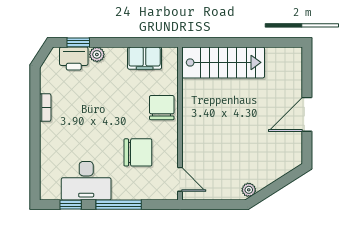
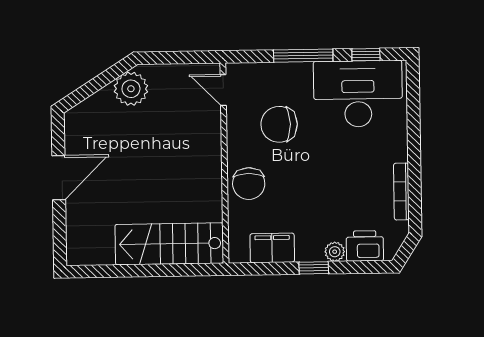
window: (78, 42) -> (314, 268), moved
bookcase: (45, 108) -> (401, 192), width x1.56
desk: (86, 181) -> (358, 94), width x1.36, depth x1.30
plant: (249, 190) -> (131, 89), width x1.87, depth x1.87

